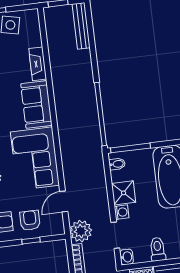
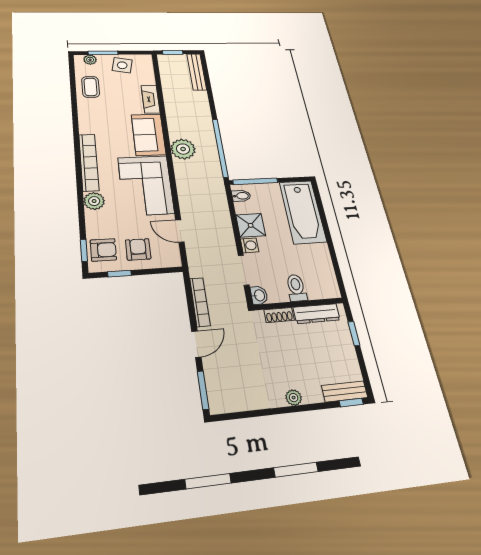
door: (64, 202) -> (180, 231), hinge flipped
plant: (81, 231) -> (183, 149), moved
window: (31, 241) -> (120, 274), moved

